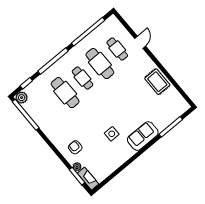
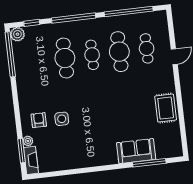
side table: (112, 134) -> (62, 119), moved
sofa: (143, 136) -> (136, 151), moved

